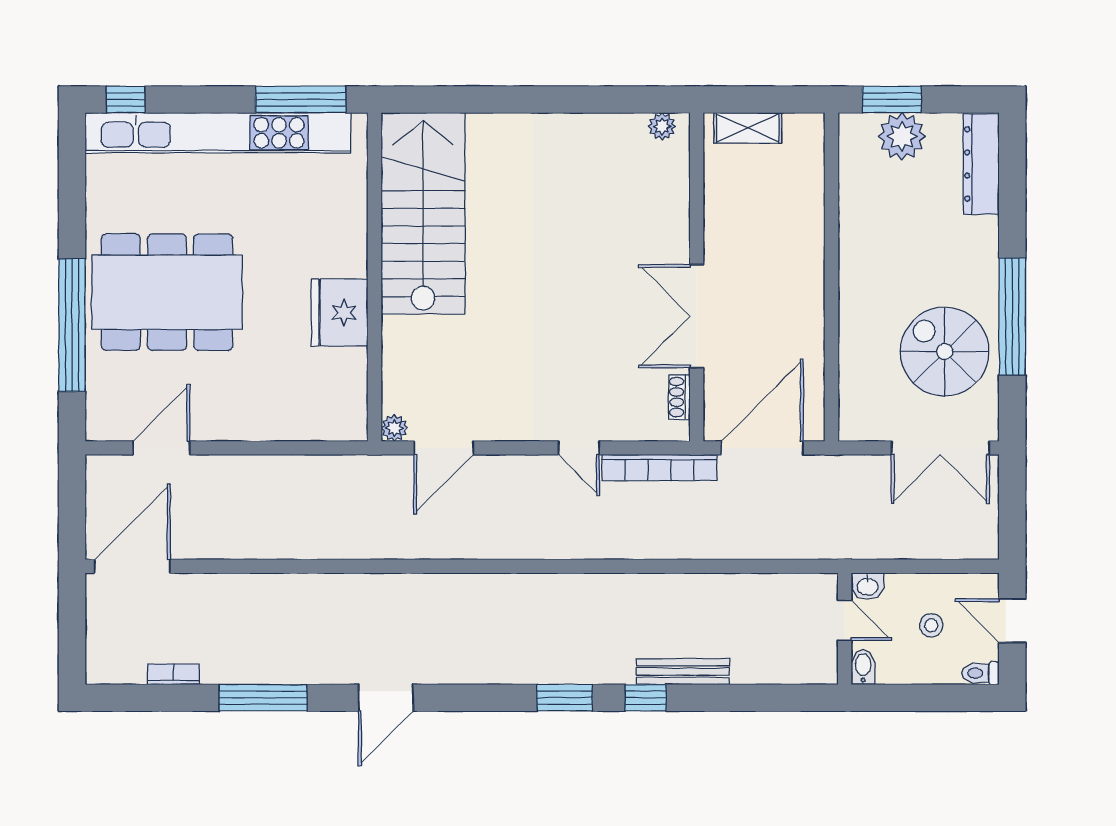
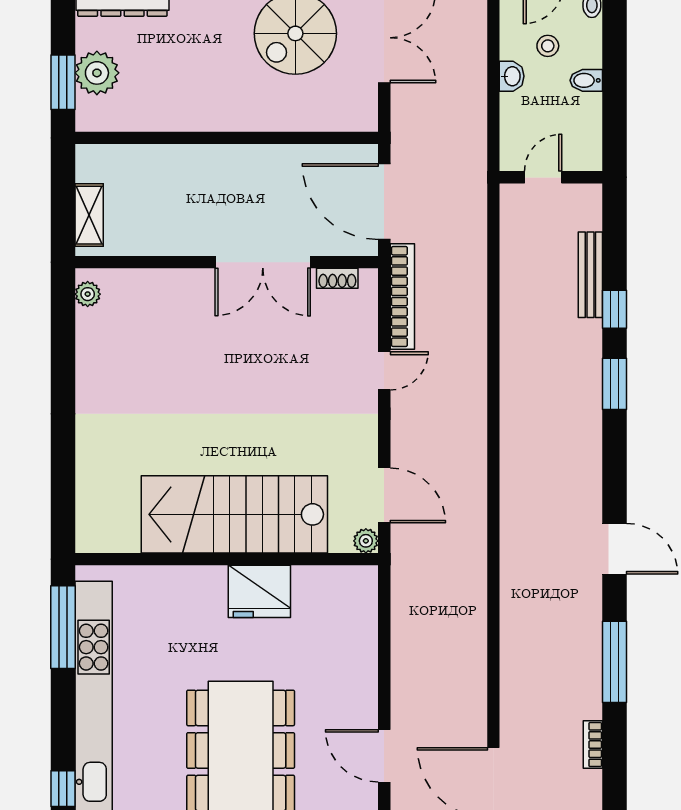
stairs: (423, 213) -> (234, 514), moved
washbasin: (868, 586) -> (512, 76), moved
door: (845, 620) -> (543, 177), moved
wall: (845, 629) -> (551, 177), moved
bidet: (863, 667) -> (586, 80), moved

